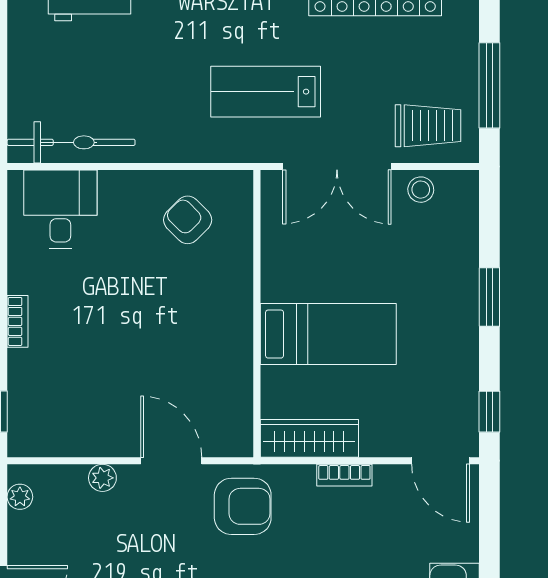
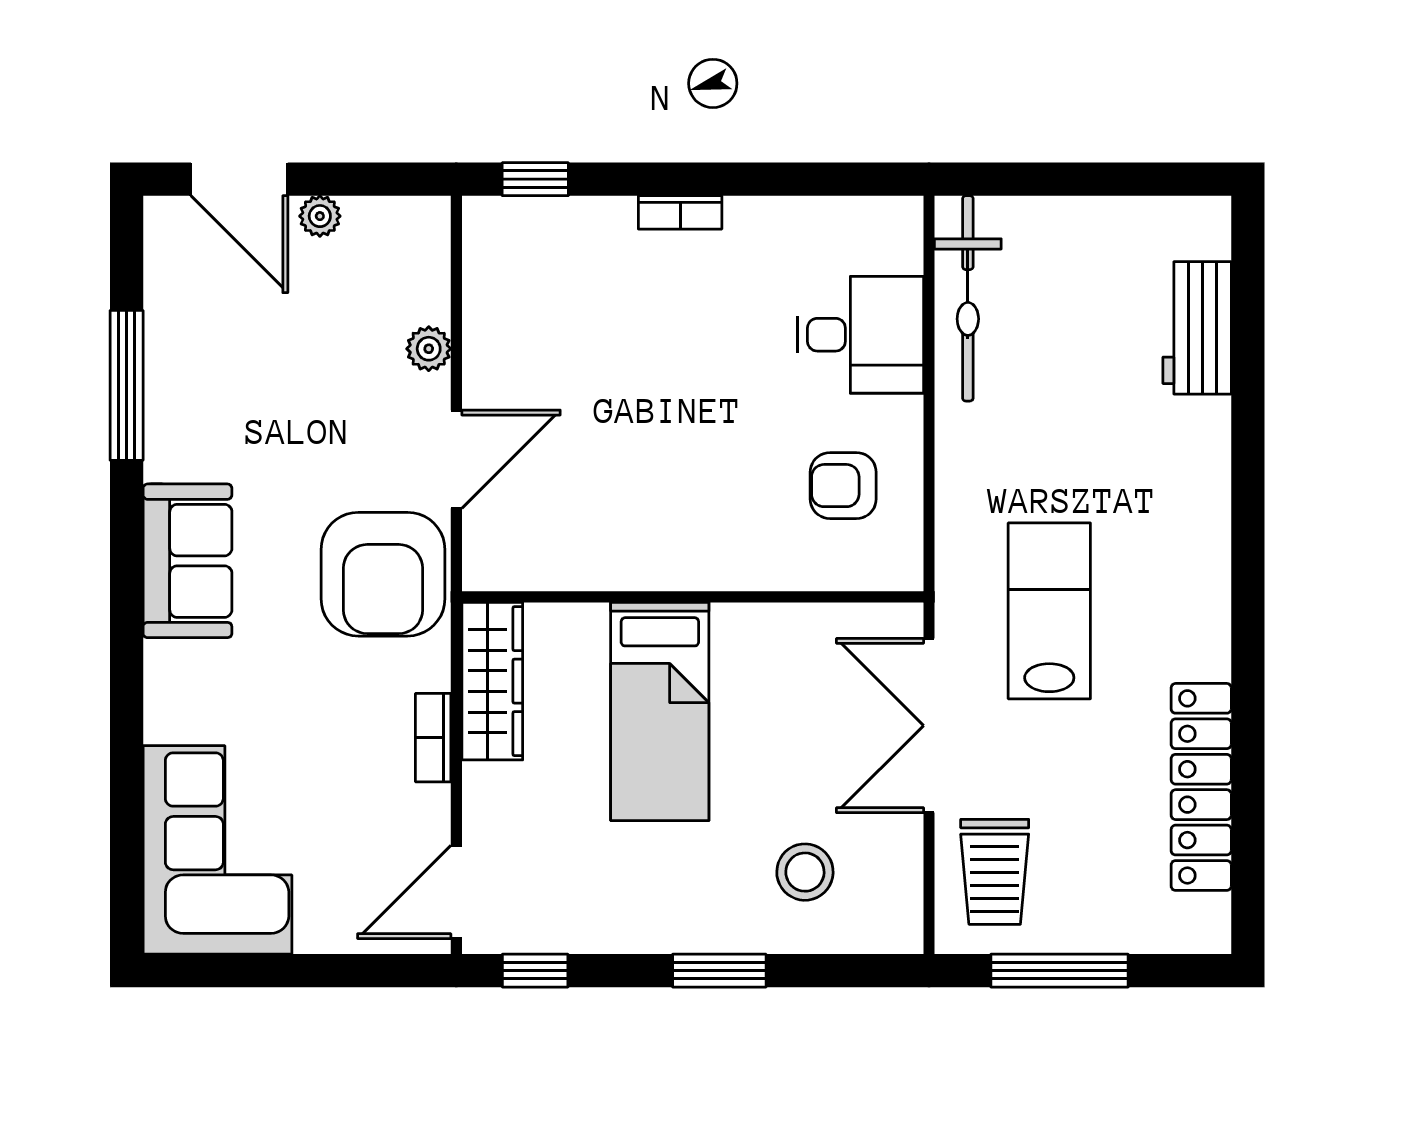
stool: (421, 190) -> (805, 872), moved, width x1.37, depth x1.37
desk: (60, 209) -> (860, 335), moved
armchair: (188, 220) -> (843, 486), turned -135
plant: (20, 497) -> (320, 216), moved
armchair: (243, 506) -> (383, 574), width x1.36, depth x1.36

